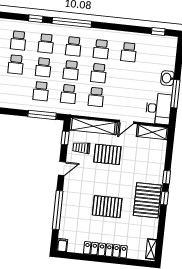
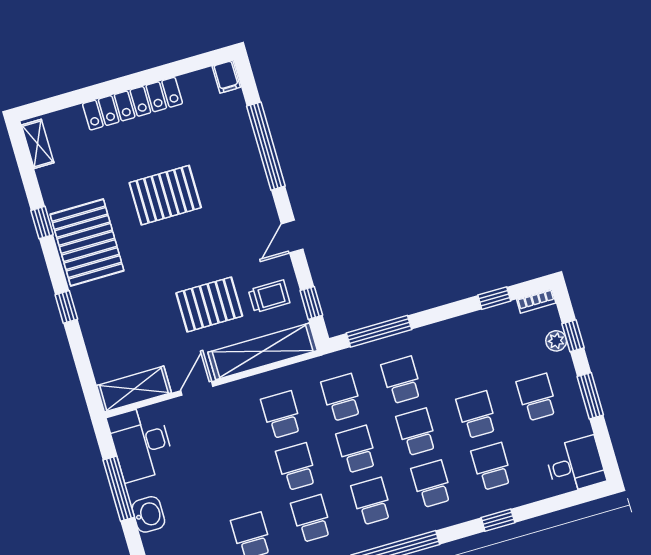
window: (36, 19) -> (498, 520), moved
window: (164, 198) -> (42, 223), moved

